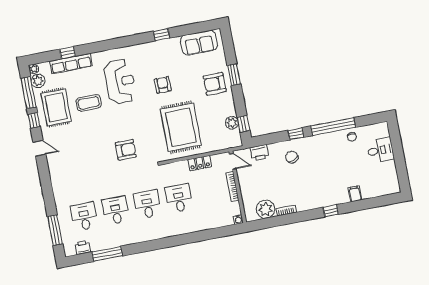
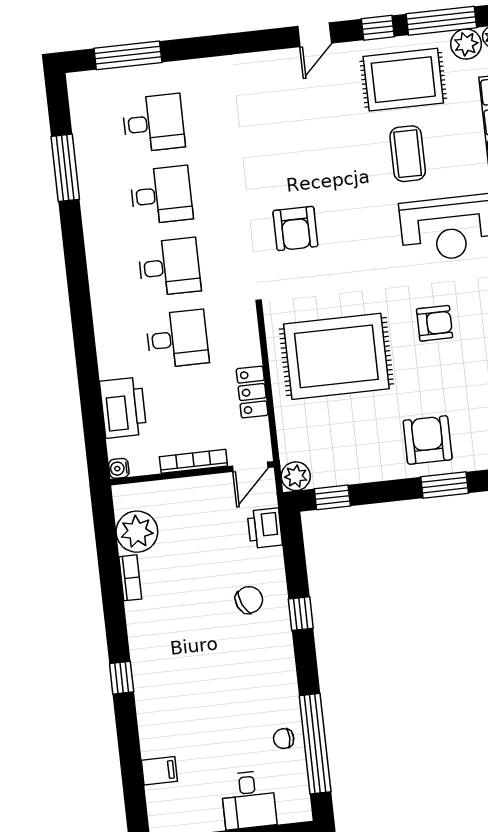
plant: (232, 123) -> (296, 476), moved
window: (333, 127) -> (315, 744), moved
filing cabinet: (355, 194) -> (159, 771), moved
printer: (83, 247) -> (123, 408), moved, width x1.87, depth x1.48

